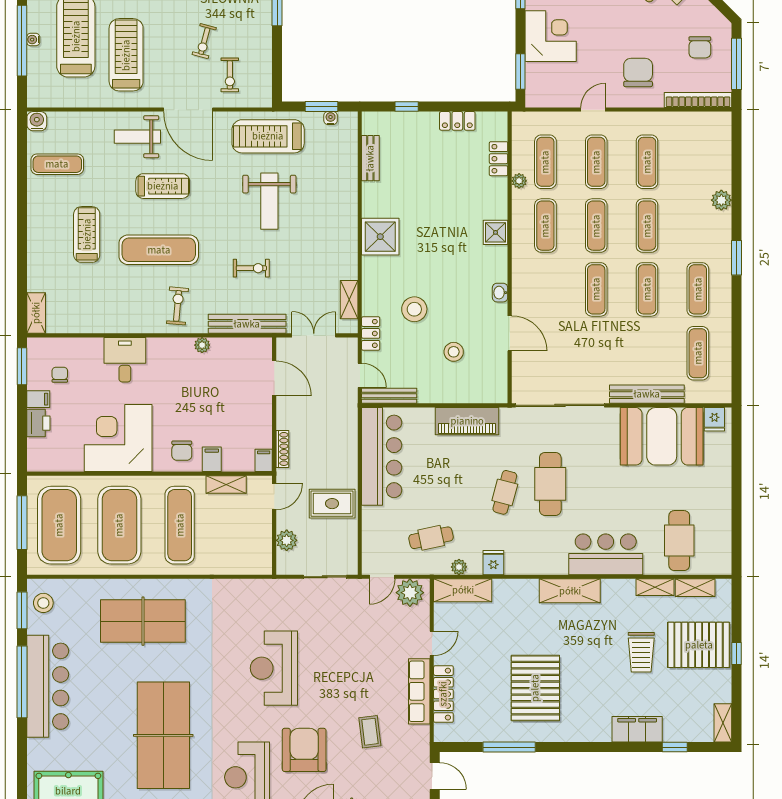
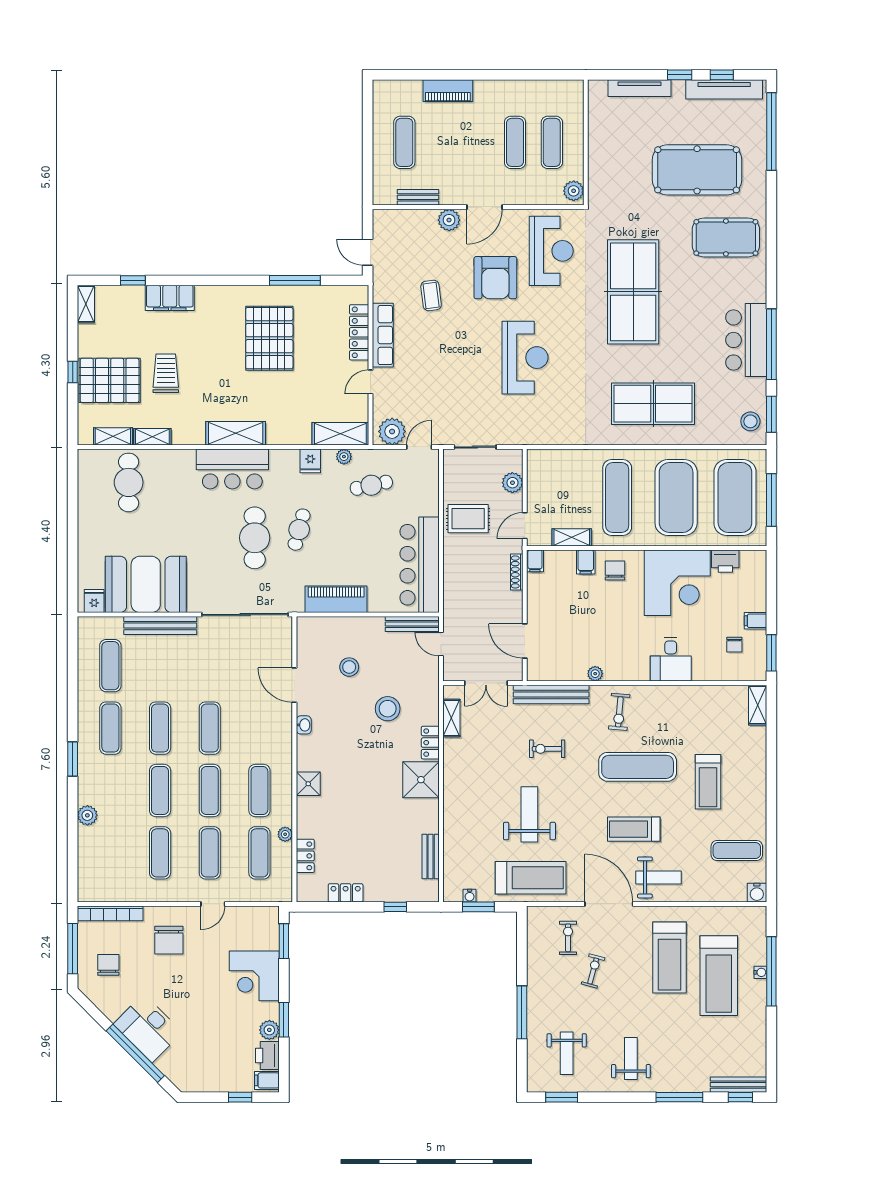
locker: (371, 333) -> (430, 743), moved
printer: (38, 423) -> (725, 561), moved, turned -90
bar counter: (606, 554) -> (232, 469), moved
bar counter: (48, 686) -> (746, 340), width x0.73

